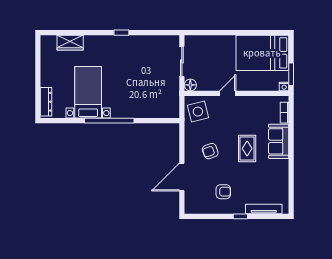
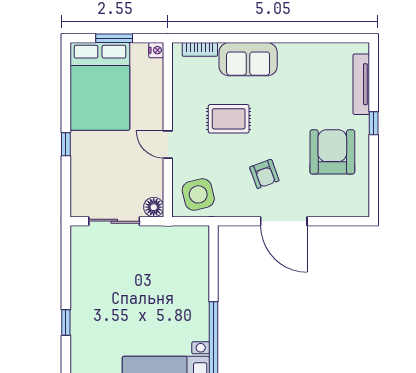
window: (228, 33) -> (66, 144), added
window: (291, 74) -> (114, 38), moved
rug: (247, 148) -> (229, 119), moved
door: (182, 177) -> (284, 221), moved
armchair: (223, 192) -> (332, 152), width x1.88, depth x1.88

